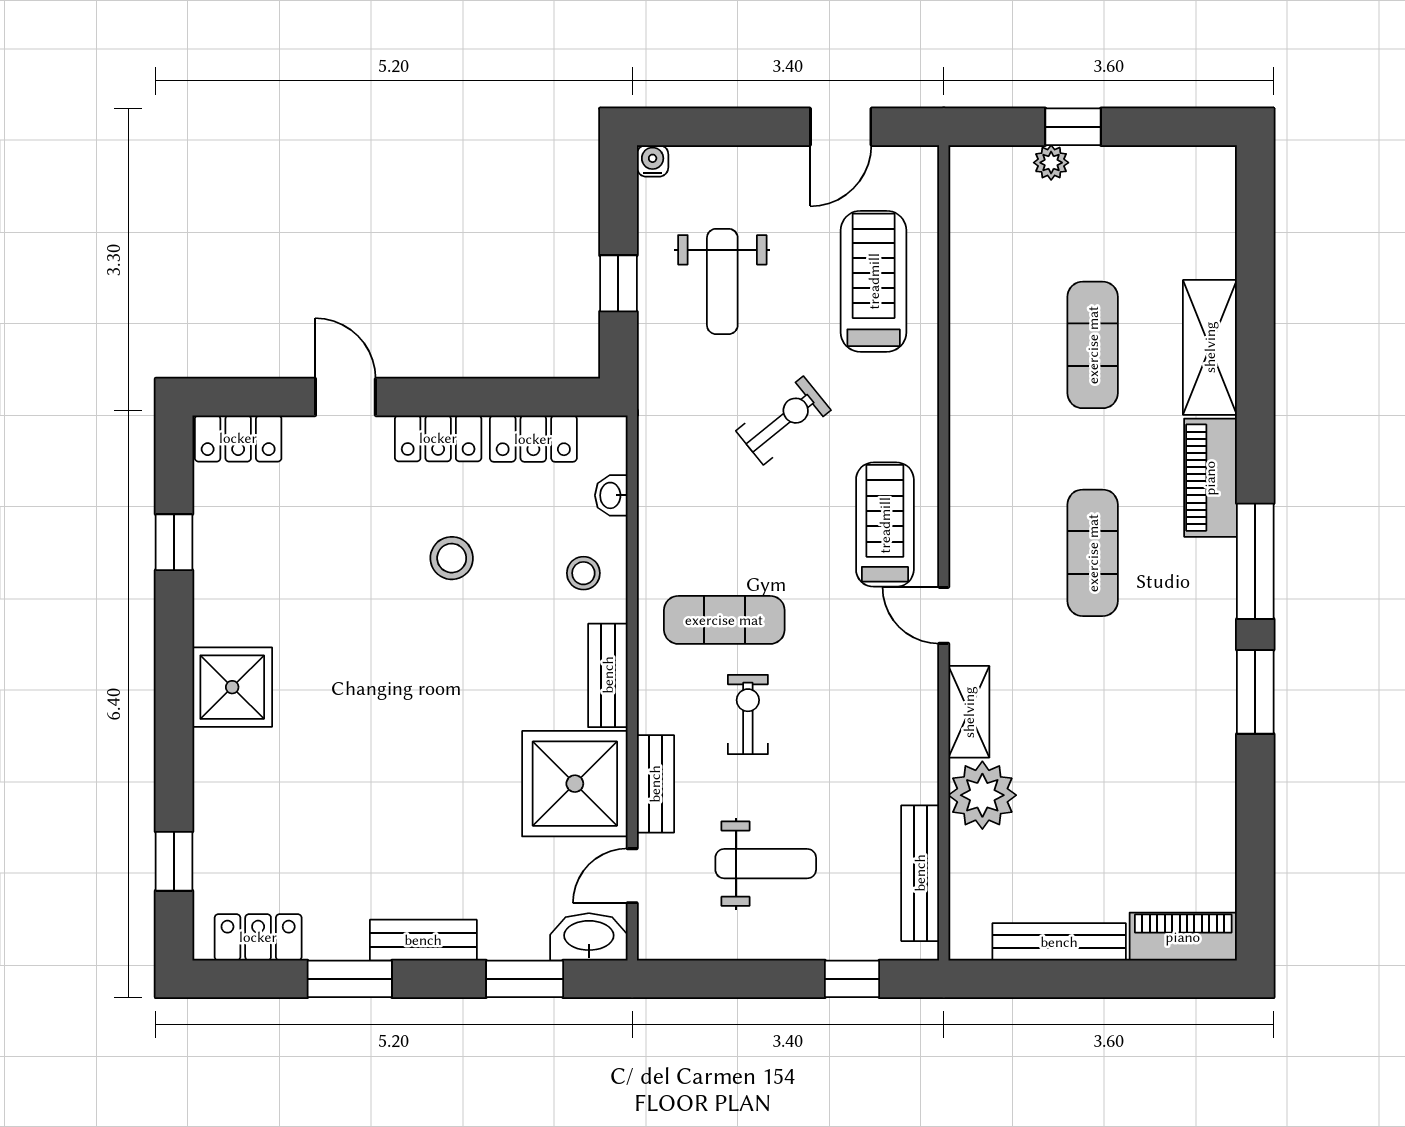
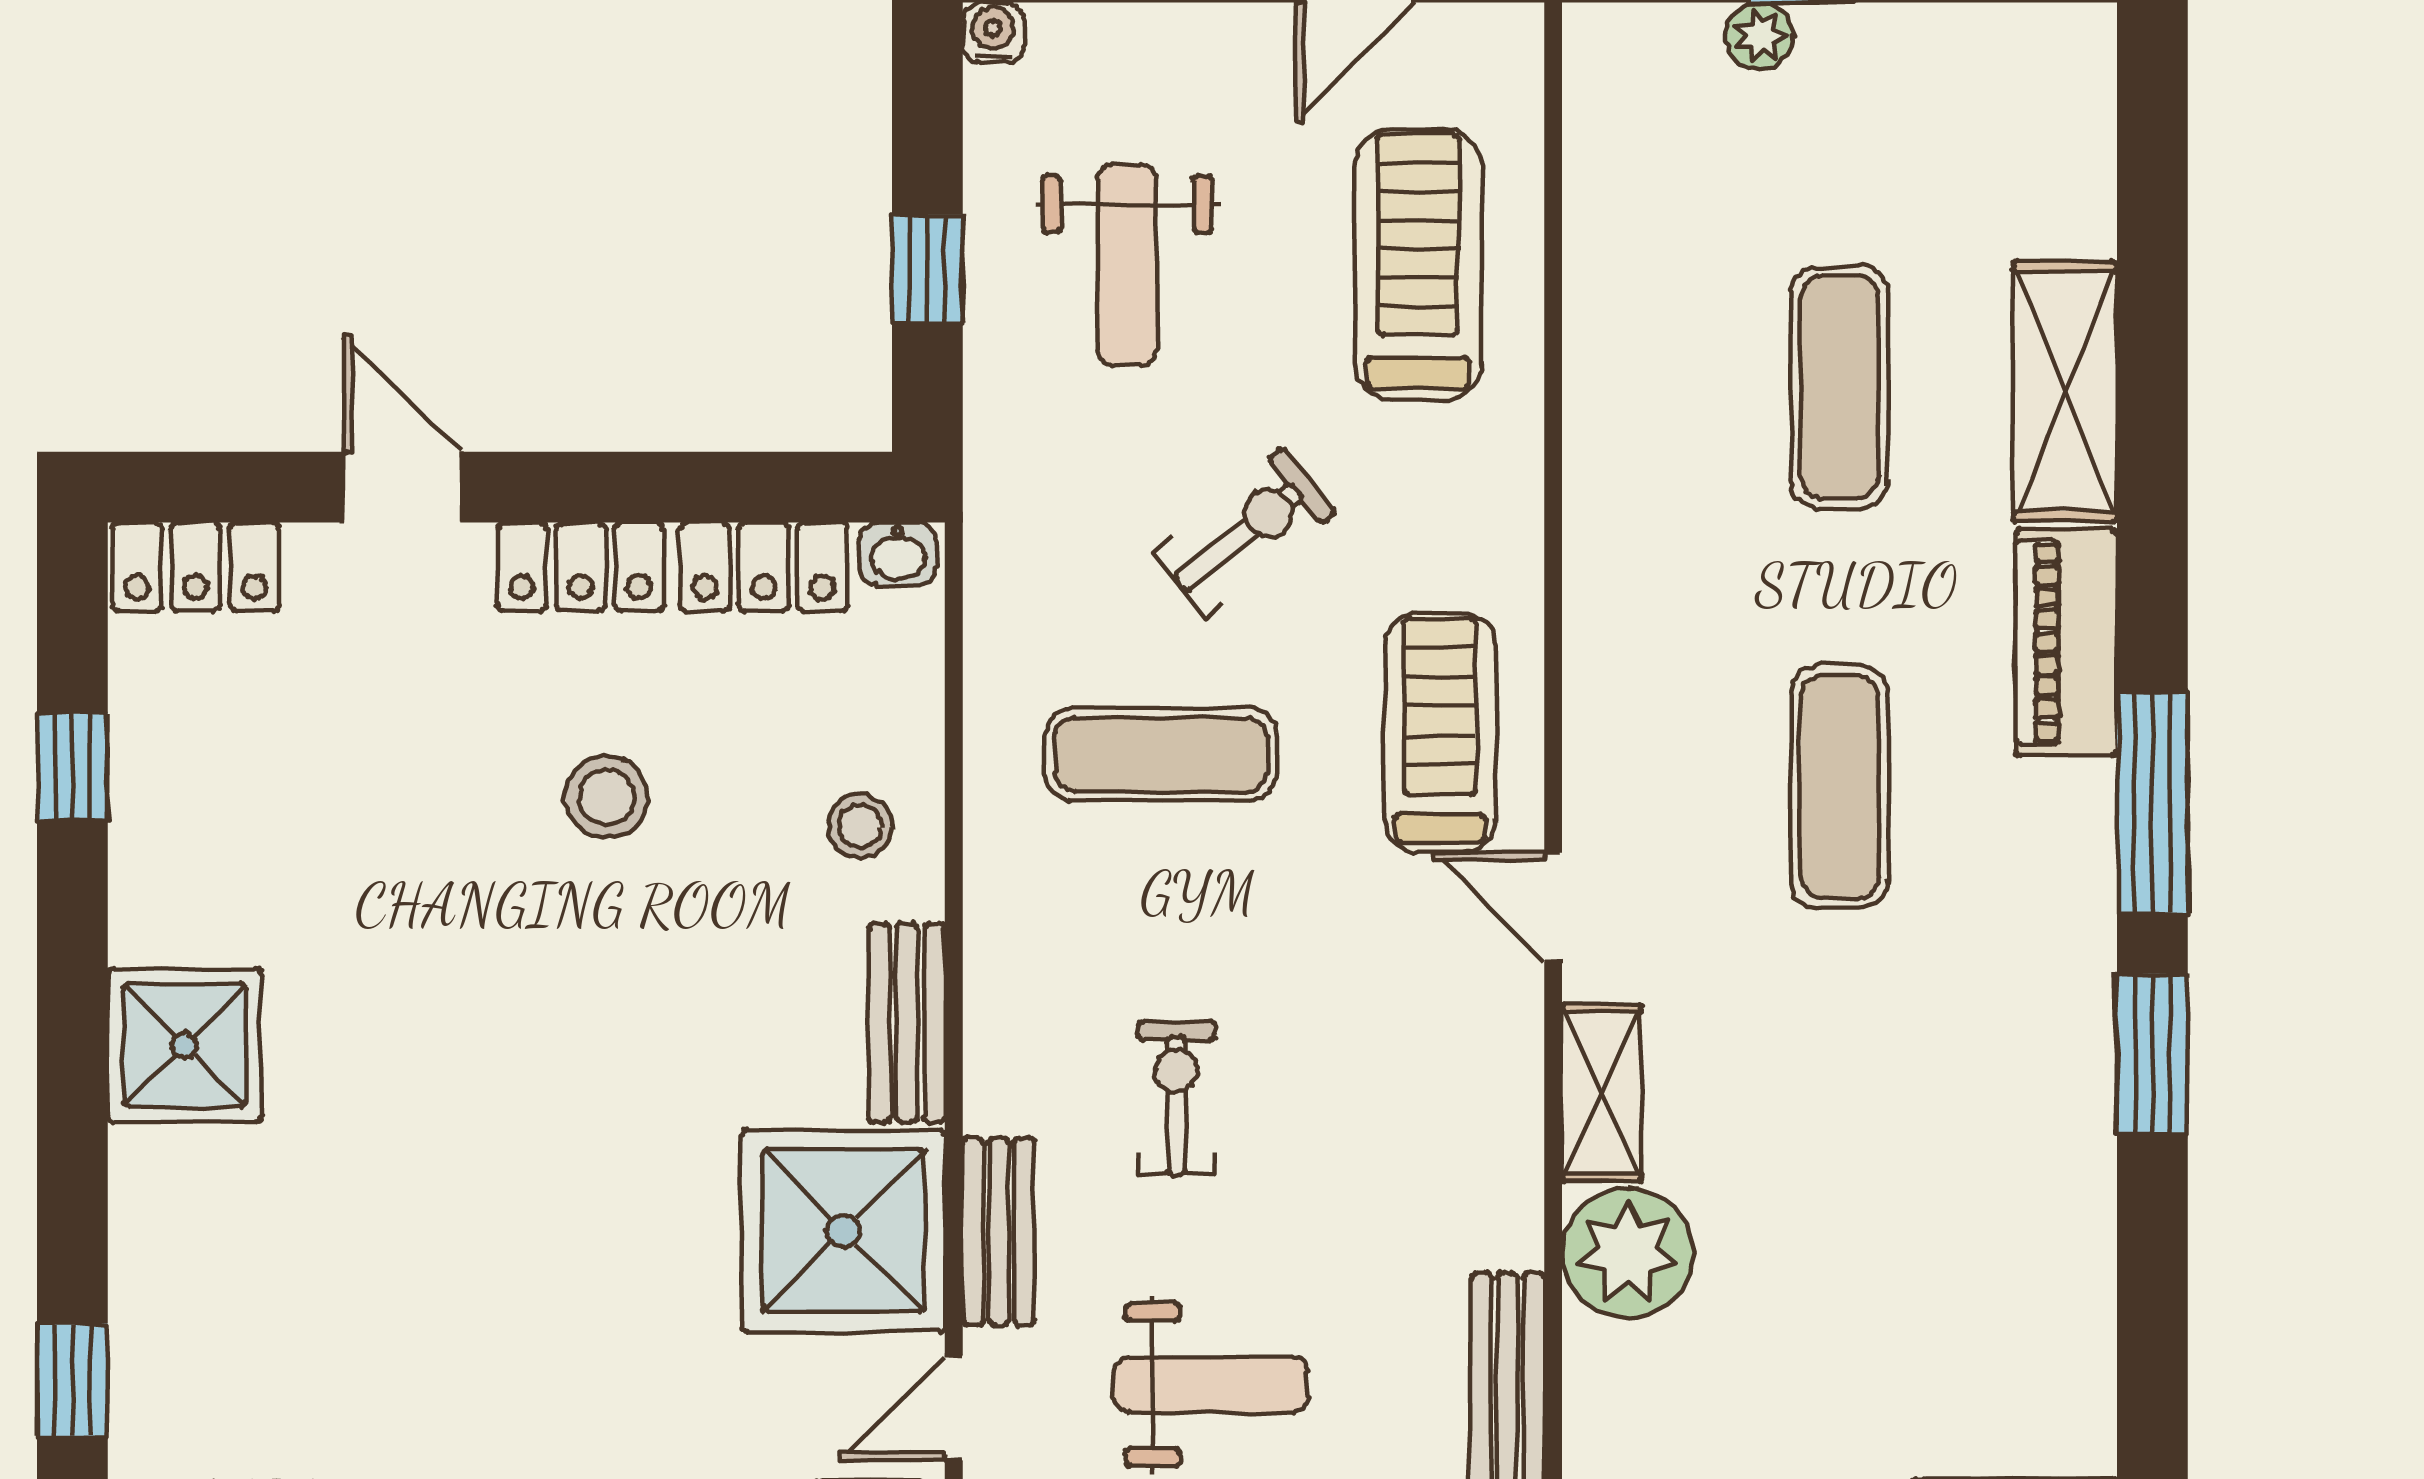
washbasin: (611, 495) -> (898, 554), moved, turned -90
exercise mat: (724, 620) -> (1161, 755), moved

